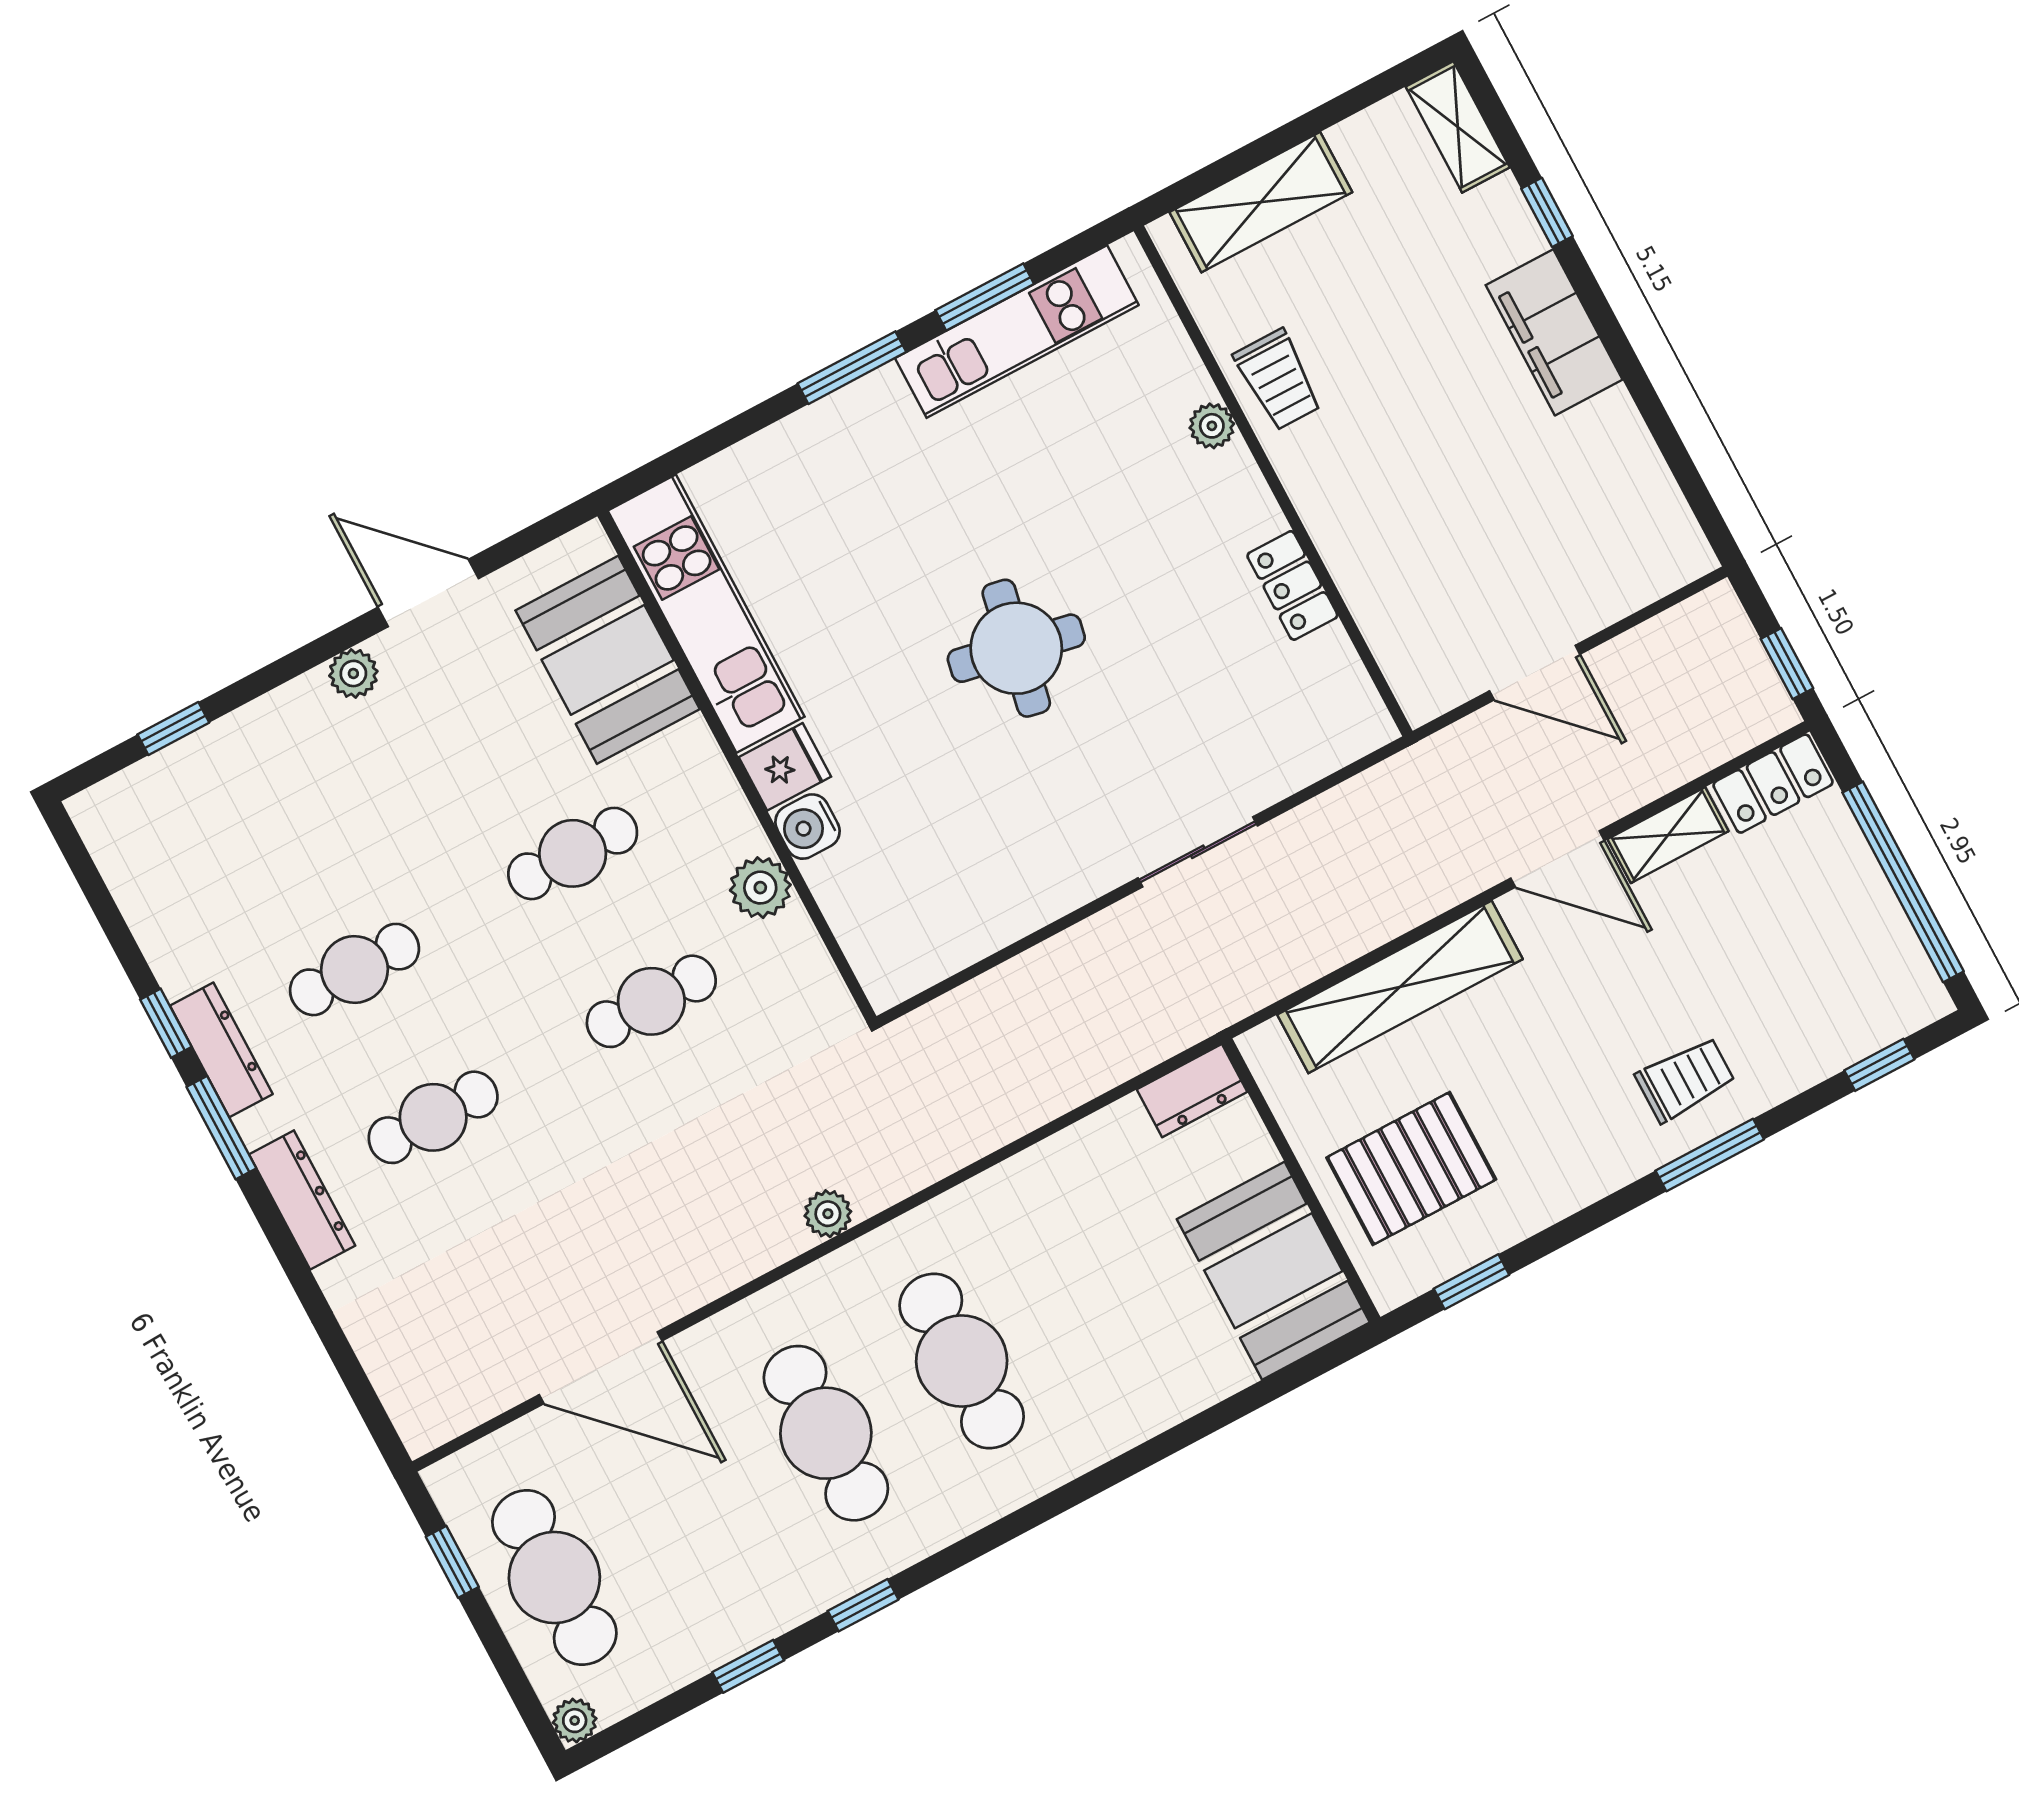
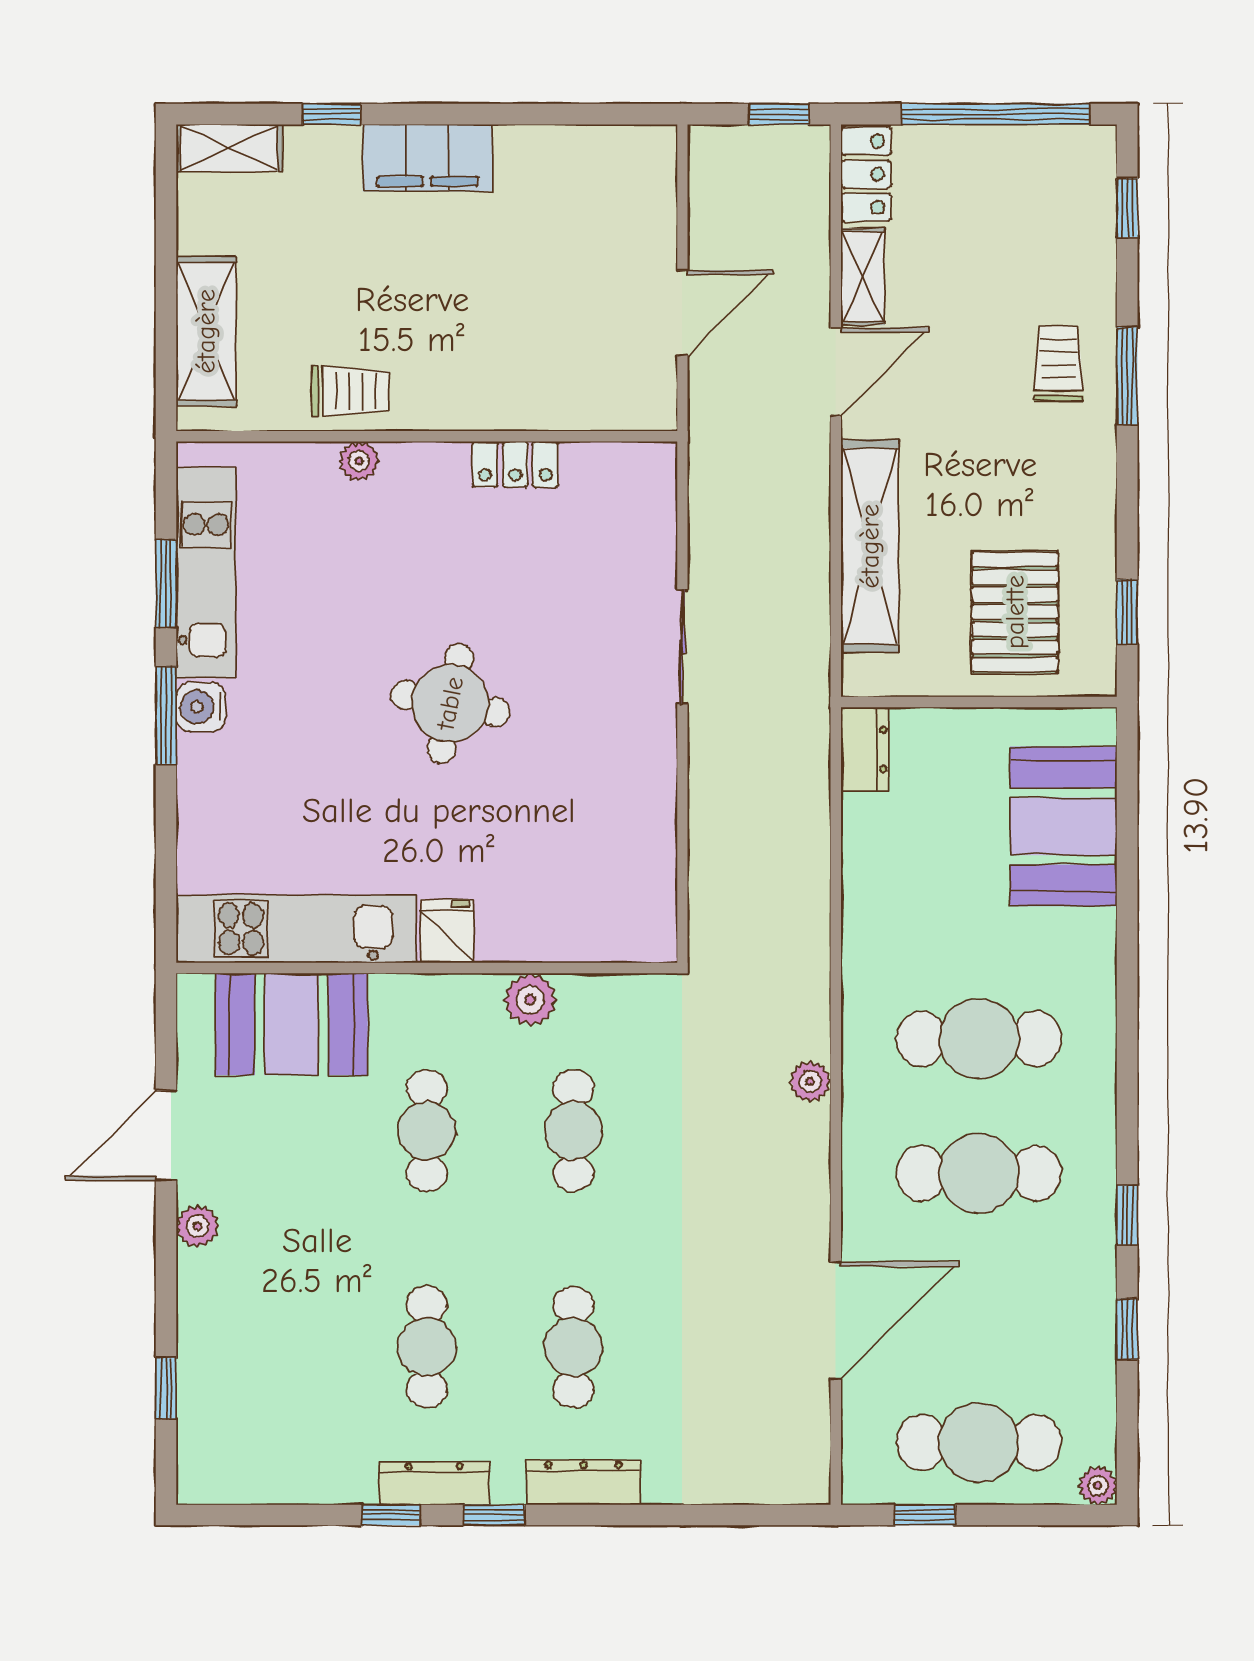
water cooler: (808, 827) -> (201, 707), moved, turned 90
window: (221, 1128) -> (494, 1515), width x0.67
booth: (1273, 1271) -> (1063, 826), moved, turned 90

